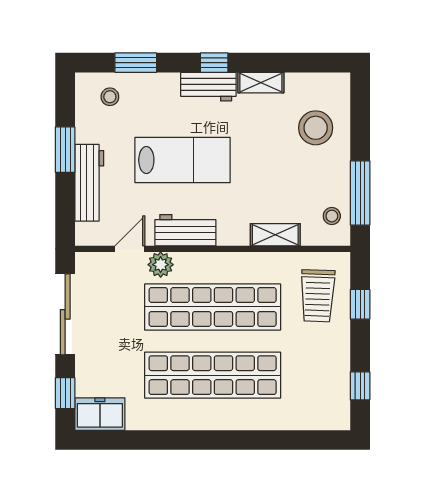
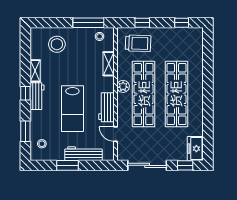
lab bench: (183, 160) -> (72, 109), turned 180
plant: (161, 265) -> (123, 86), moved

